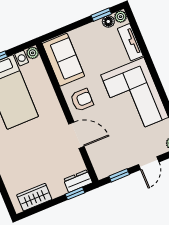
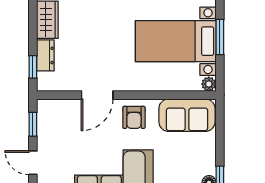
dresser: (78, 181) -> (45, 55), moved

